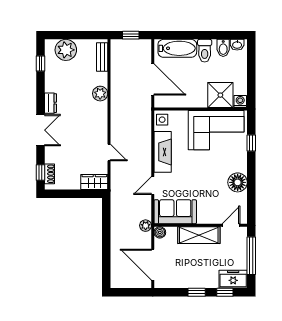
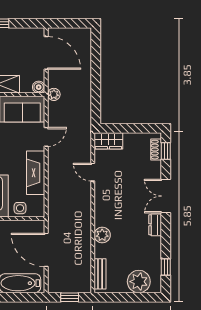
side table: (162, 120) -> (20, 208), moved

